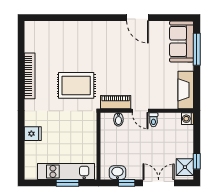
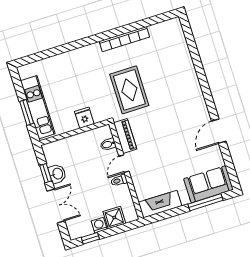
washing machine: (188, 119) -> (99, 225), moved
fridge: (33, 134) -> (84, 118), moved, turned 180
shower: (185, 167) -> (114, 217), moved
washbasin: (117, 173) -> (57, 174), moved

